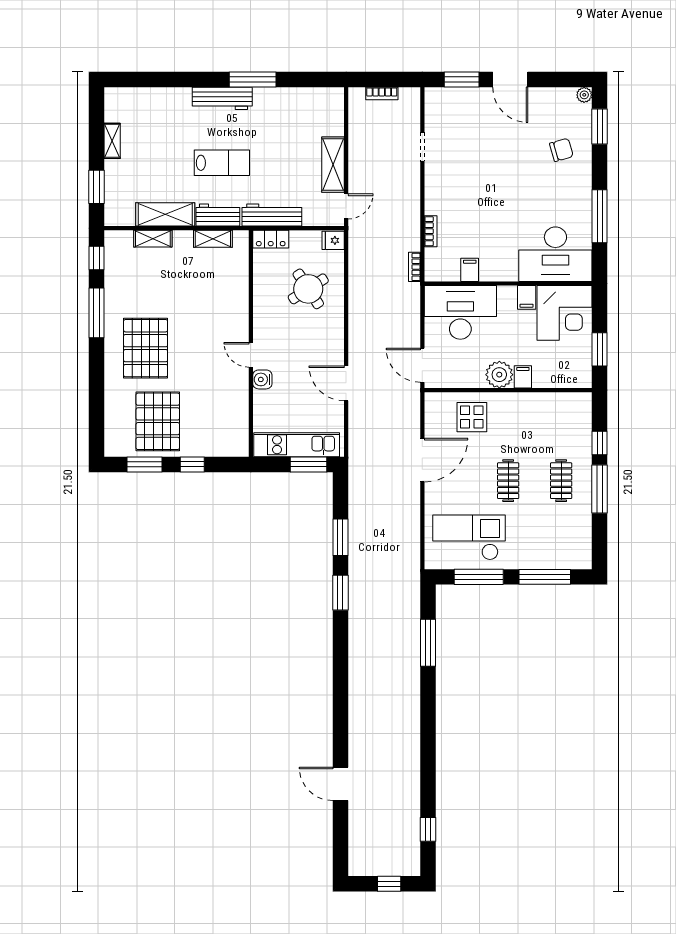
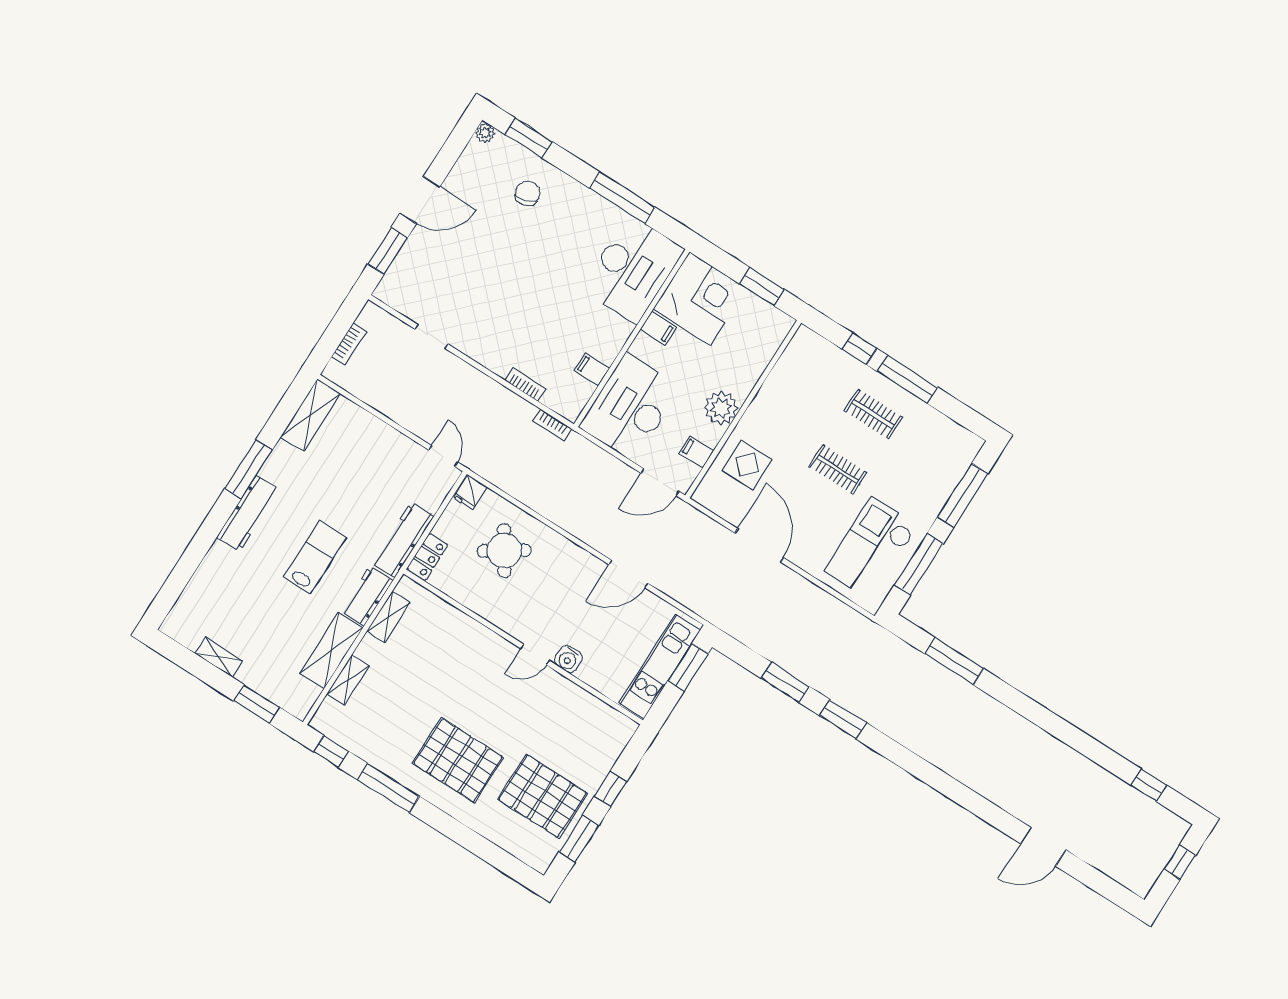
shelving: (333, 165) -> (310, 415), moved, turned 90
filing cabinet: (523, 377) -> (696, 452), moved

